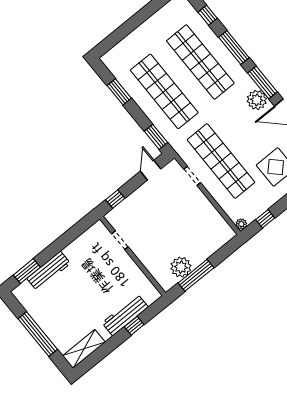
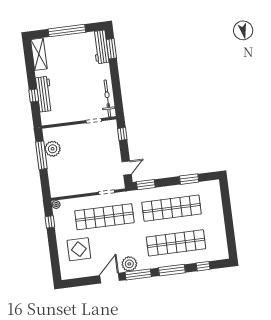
door: (151, 170) -> (127, 168), hinge flipped
bicycle: (86, 241) -> (107, 98), added
workbench: (49, 271) -> (101, 47), moved

